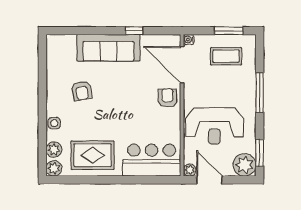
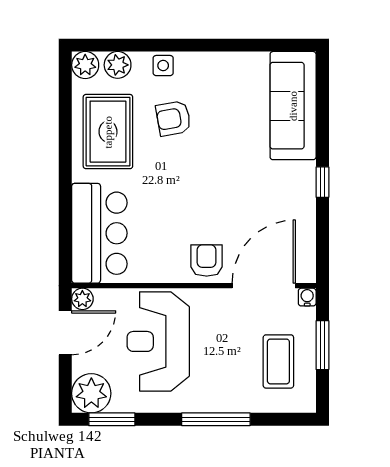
window: (134, 31) -> (322, 182), moved
window: (229, 31) -> (322, 345), moved
sofa: (108, 48) -> (293, 106), moved
armchair: (82, 91) -> (173, 118), moved
armchair: (167, 98) -> (207, 261), turned -90

